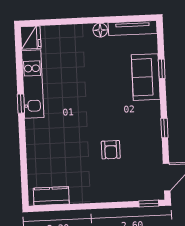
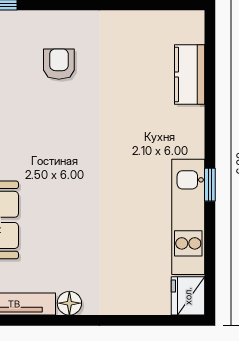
armchair: (111, 150) -> (59, 64), moved
kitchen counter: (51, 196) -> (190, 74), moved, turned 90

